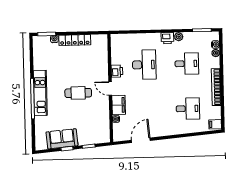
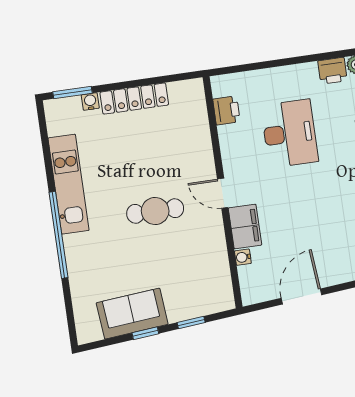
printer: (117, 71) -> (226, 110), moved
kitchen unit: (40, 93) -> (69, 184), moved

